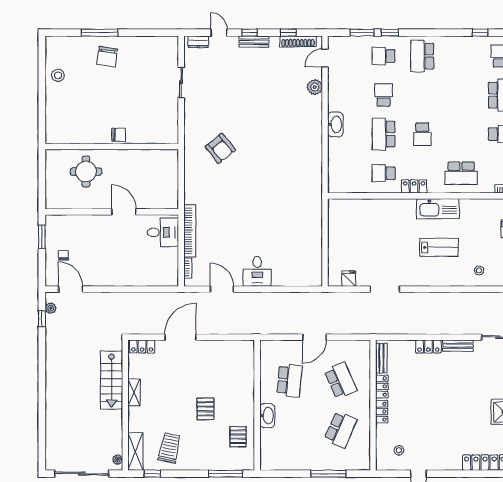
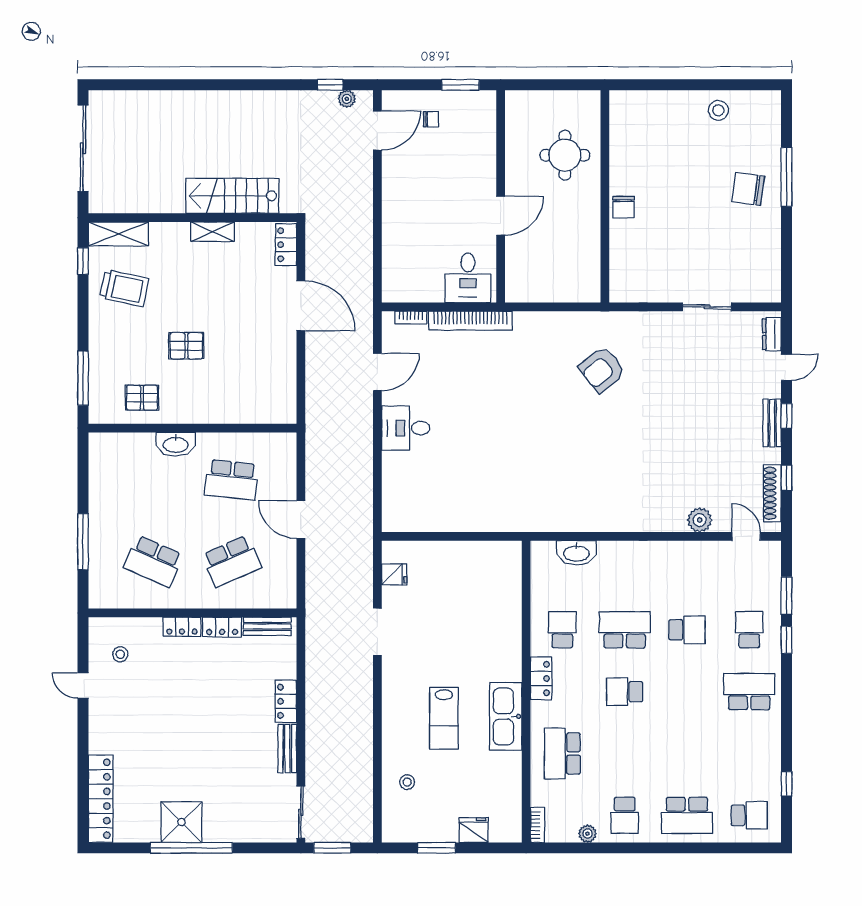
washbasin: (335, 124) -> (576, 553), moved
plant: (117, 460) -> (105, 205), removed

